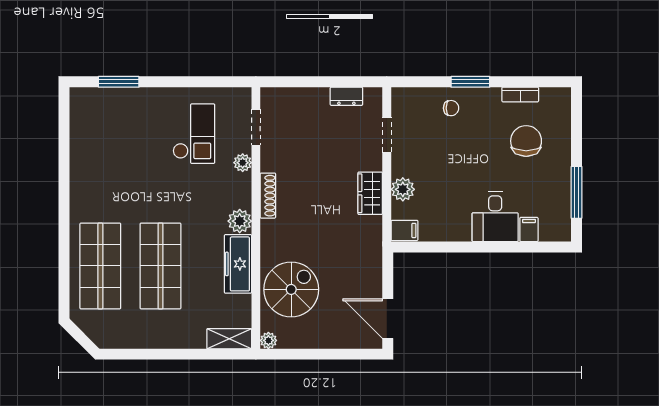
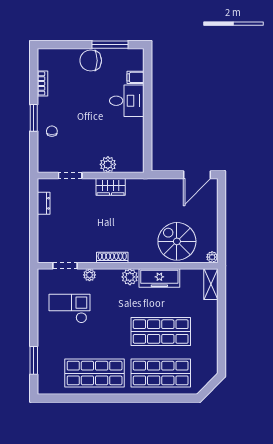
chair: (526, 141) -> (91, 61), moved
shop shelf: (100, 170) -> (95, 373), added
filing cabinet: (404, 230) -> (136, 163), removed

